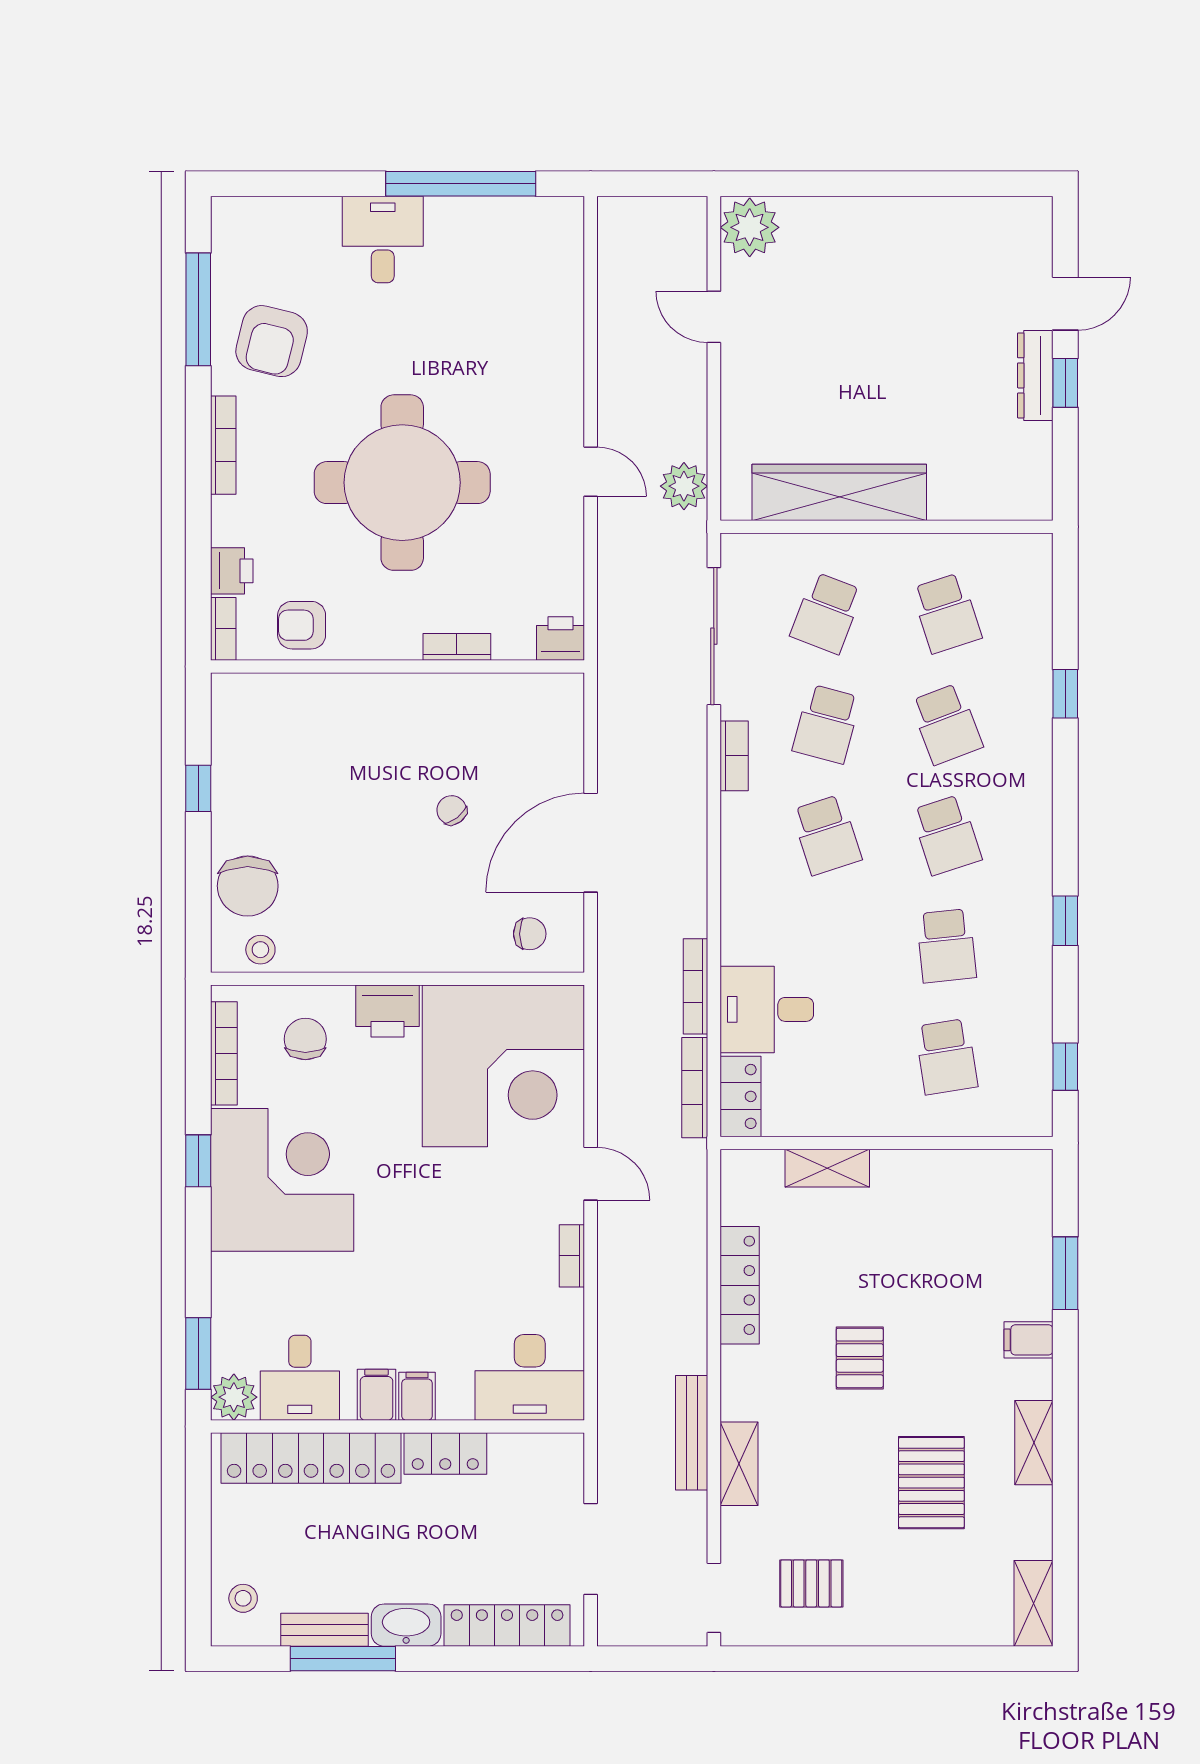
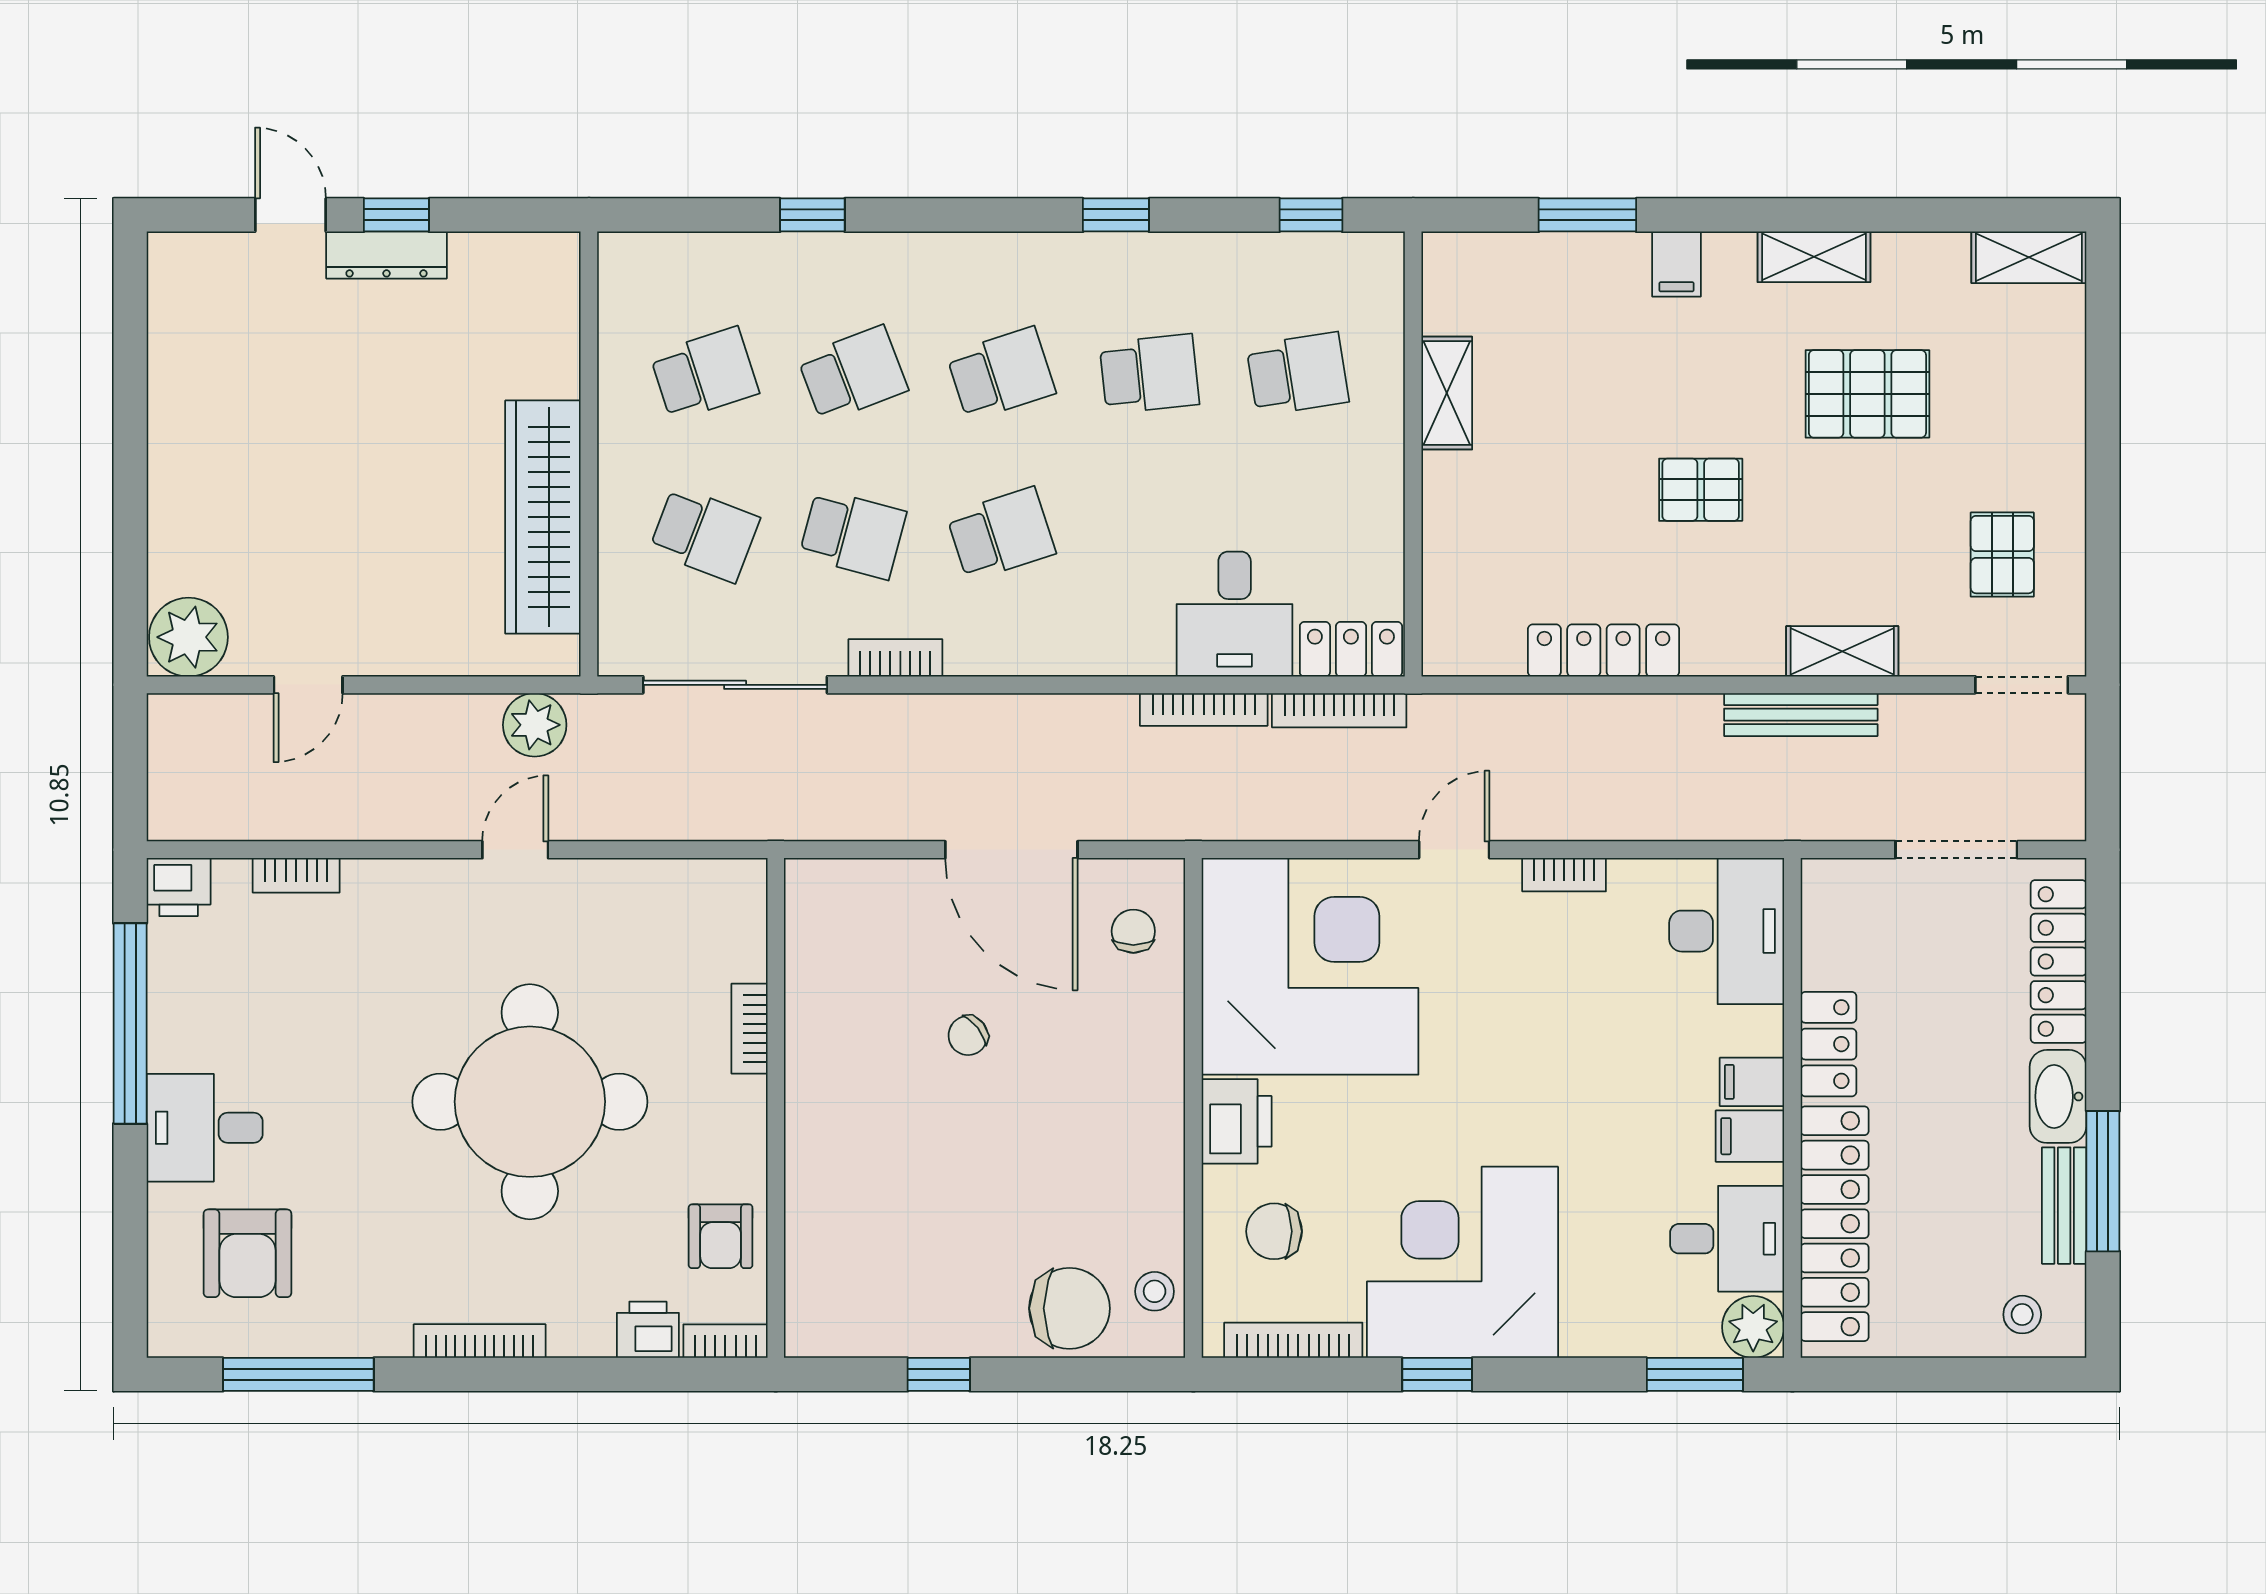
bookcase: (571, 308) -> (296, 875), added
armchair: (272, 341) -> (247, 1253), moved, turned 76
printer: (561, 638) -> (179, 887), moved, turned -90
shelving: (827, 1168) -> (1447, 393), moved

